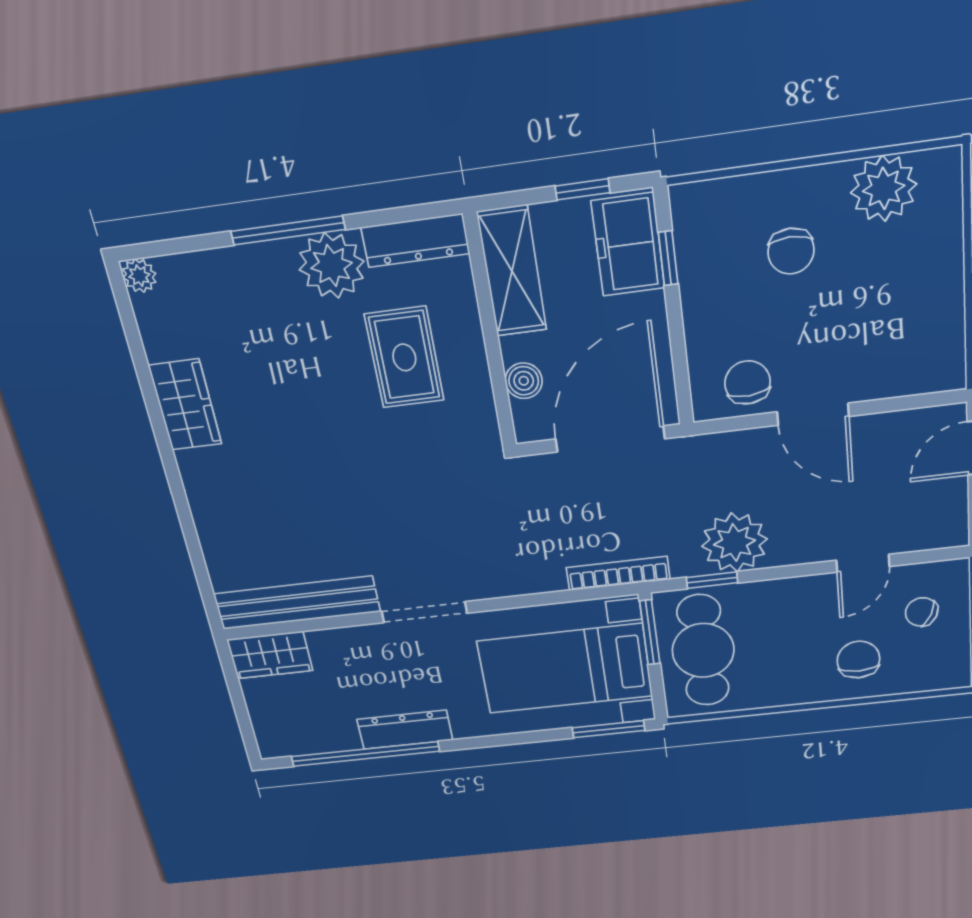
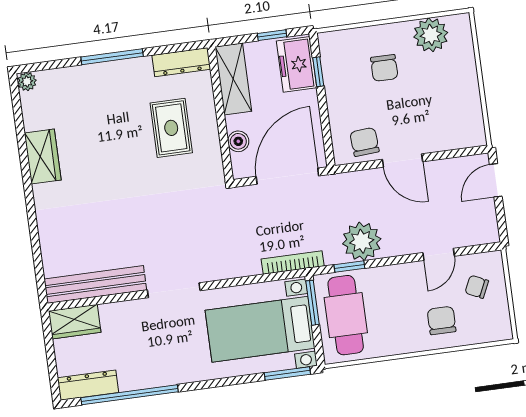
plant: (332, 266) -> (134, 76), removed
dresser: (405, 730) -> (88, 385), moved

